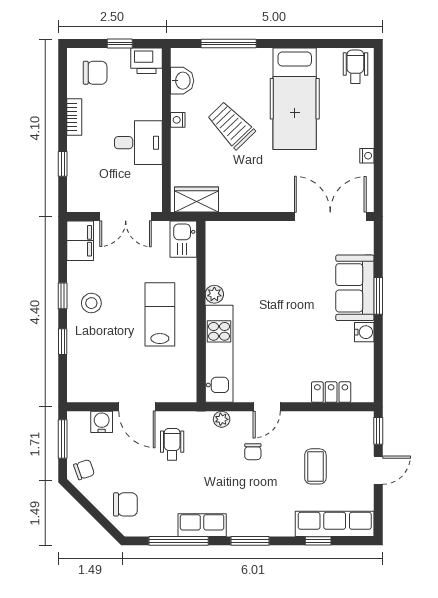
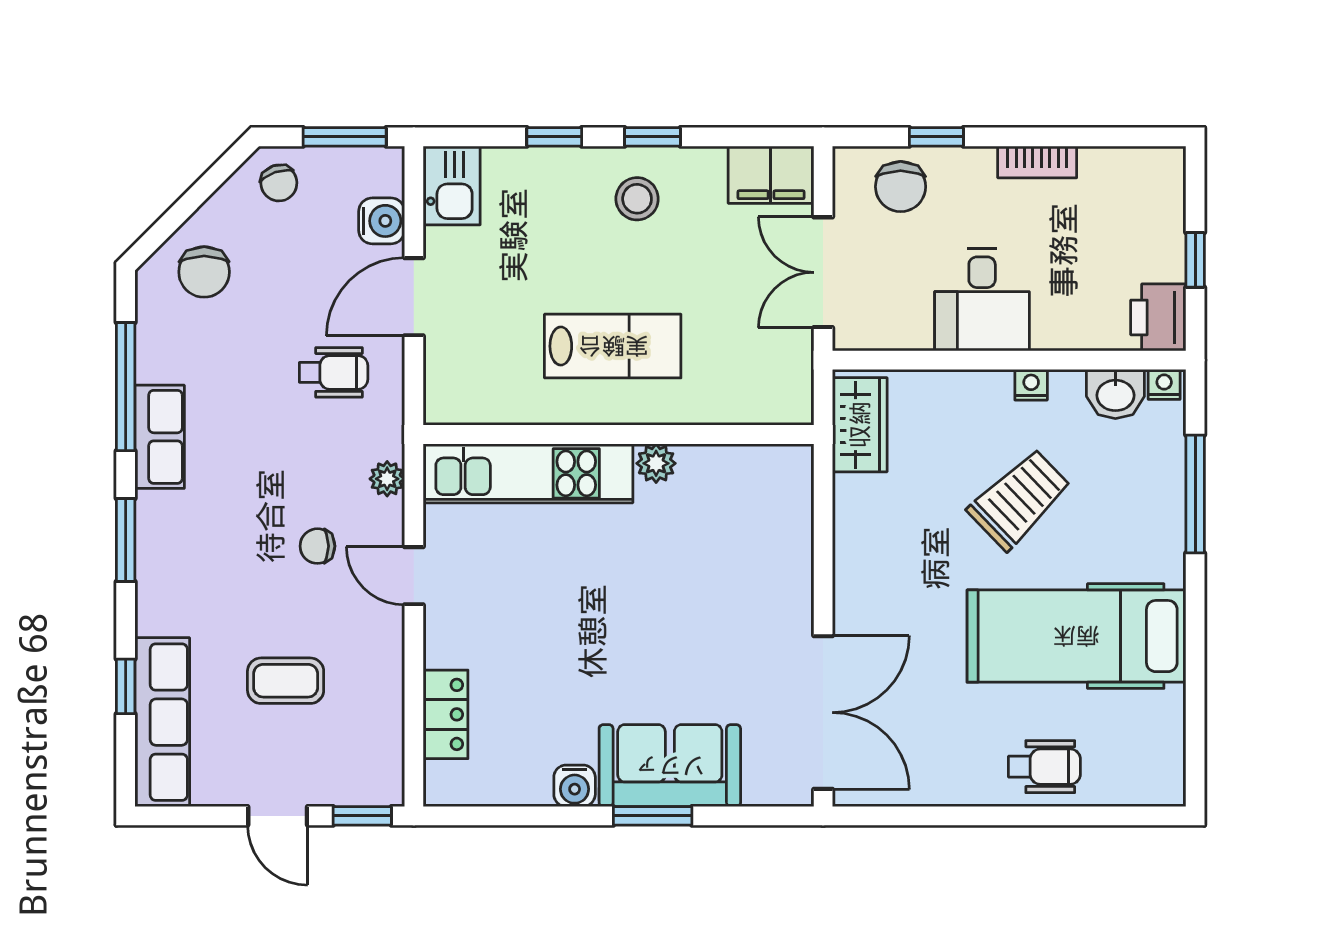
wheelchair: (355, 67) -> (1044, 767), moved
chair: (95, 73) -> (901, 187), moved
nightstand: (367, 156) -> (1164, 384), moved, turned 180
kitchen sink: (183, 239) -> (452, 185), moved, turned 90

